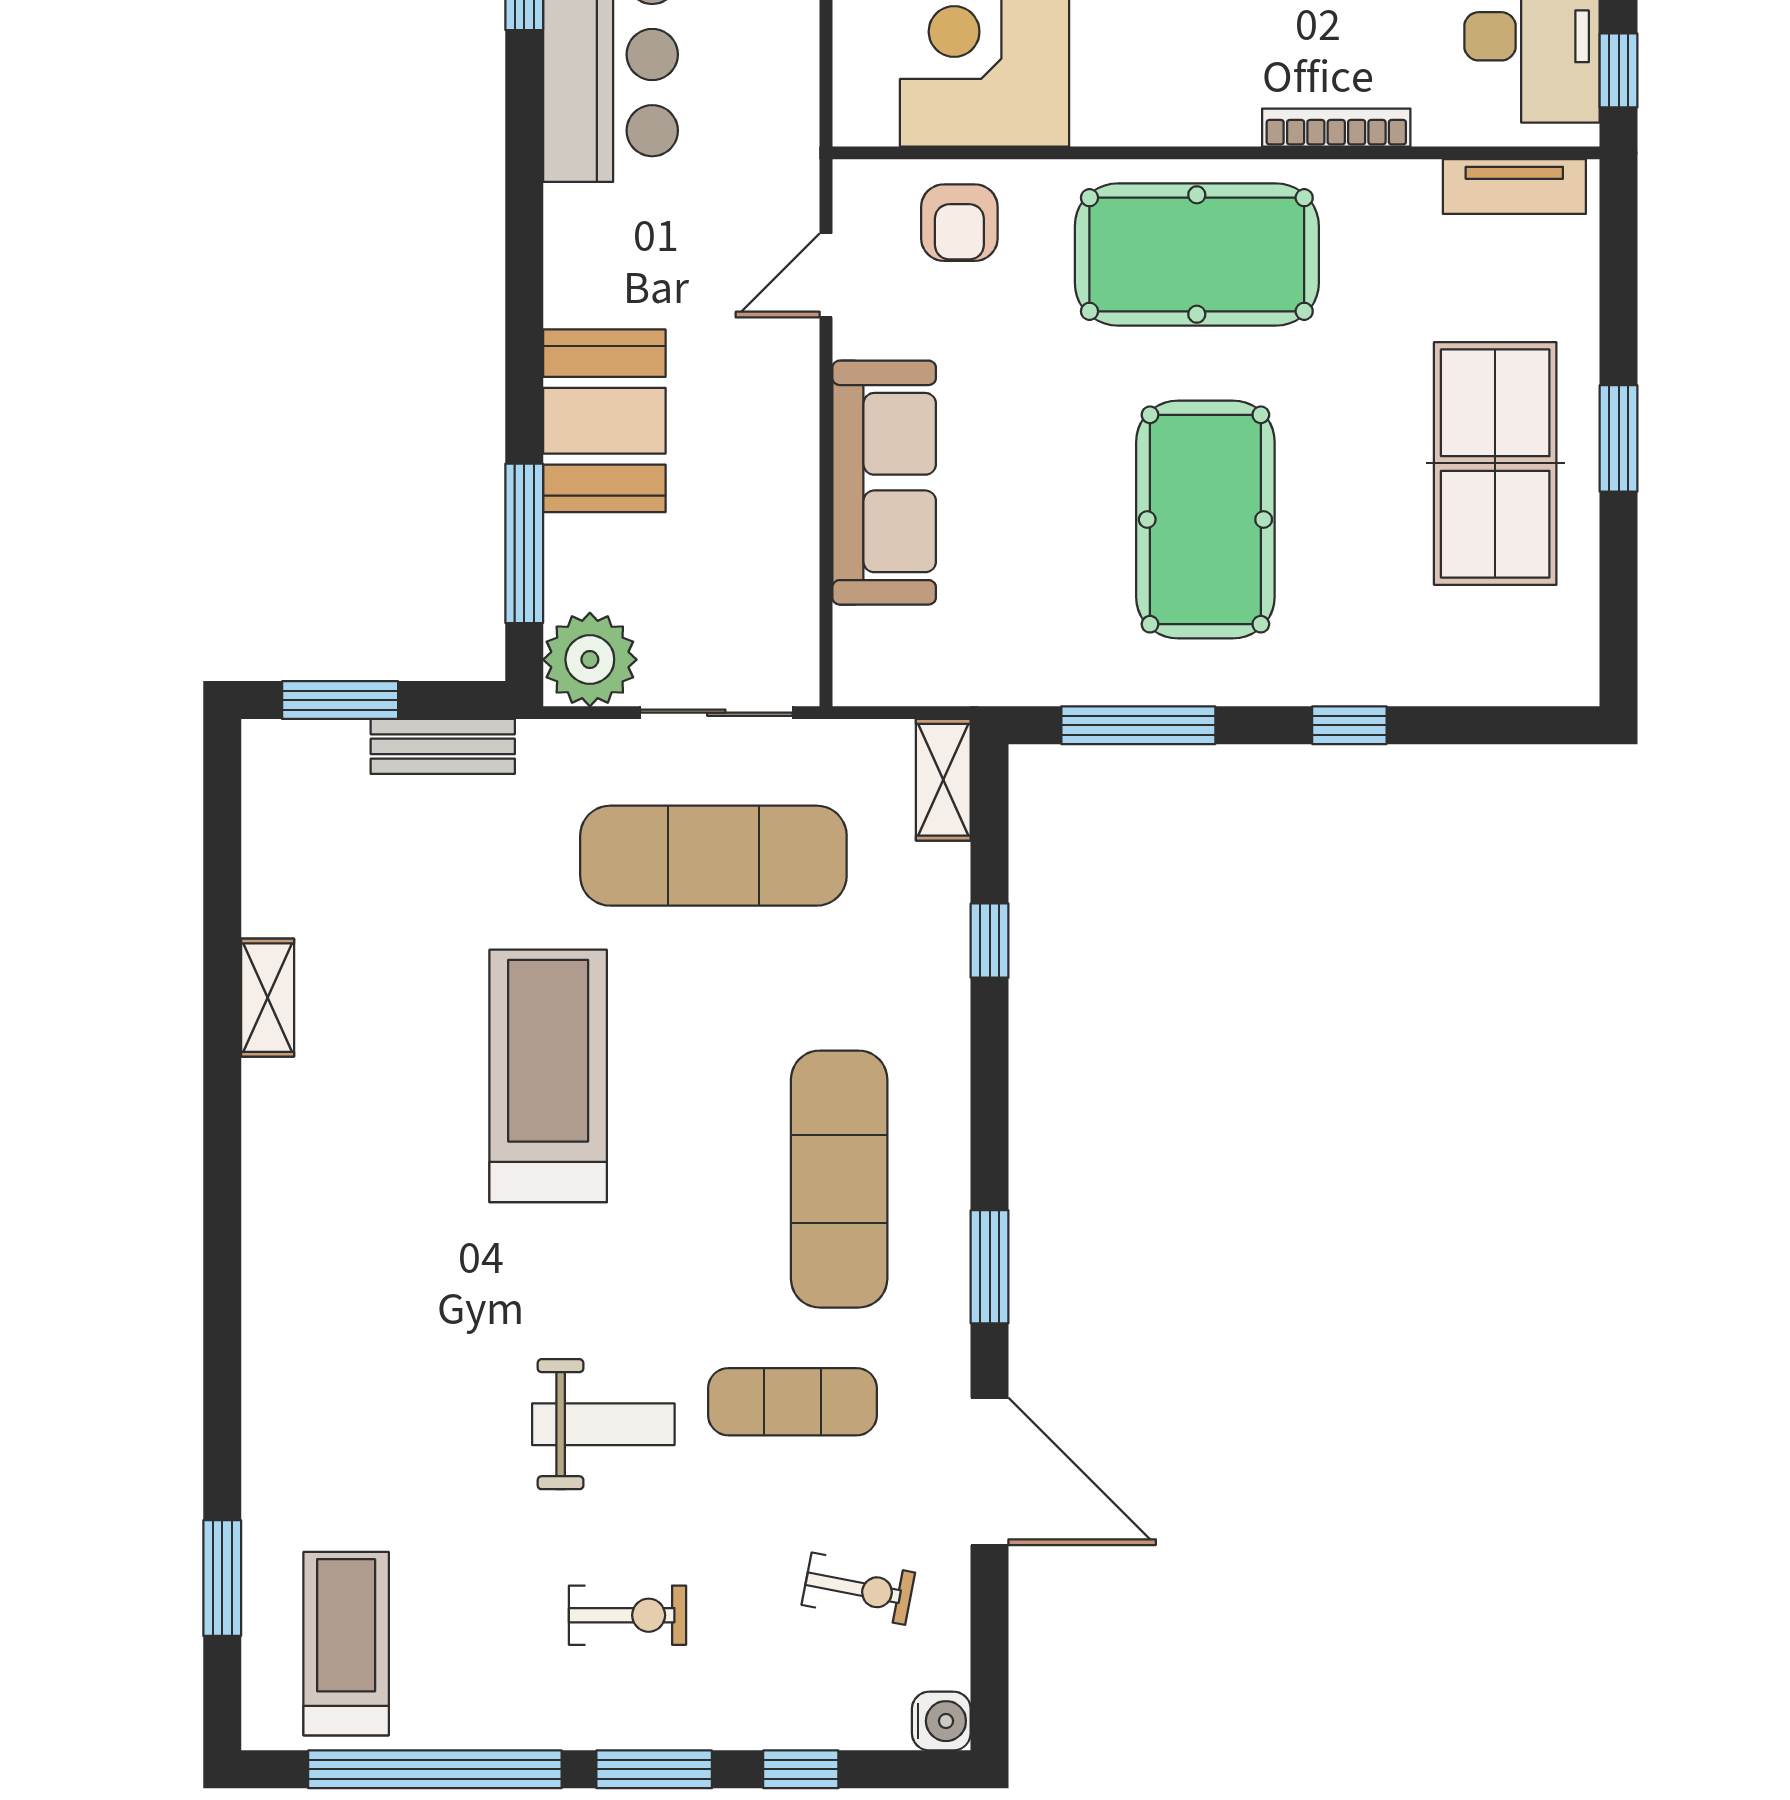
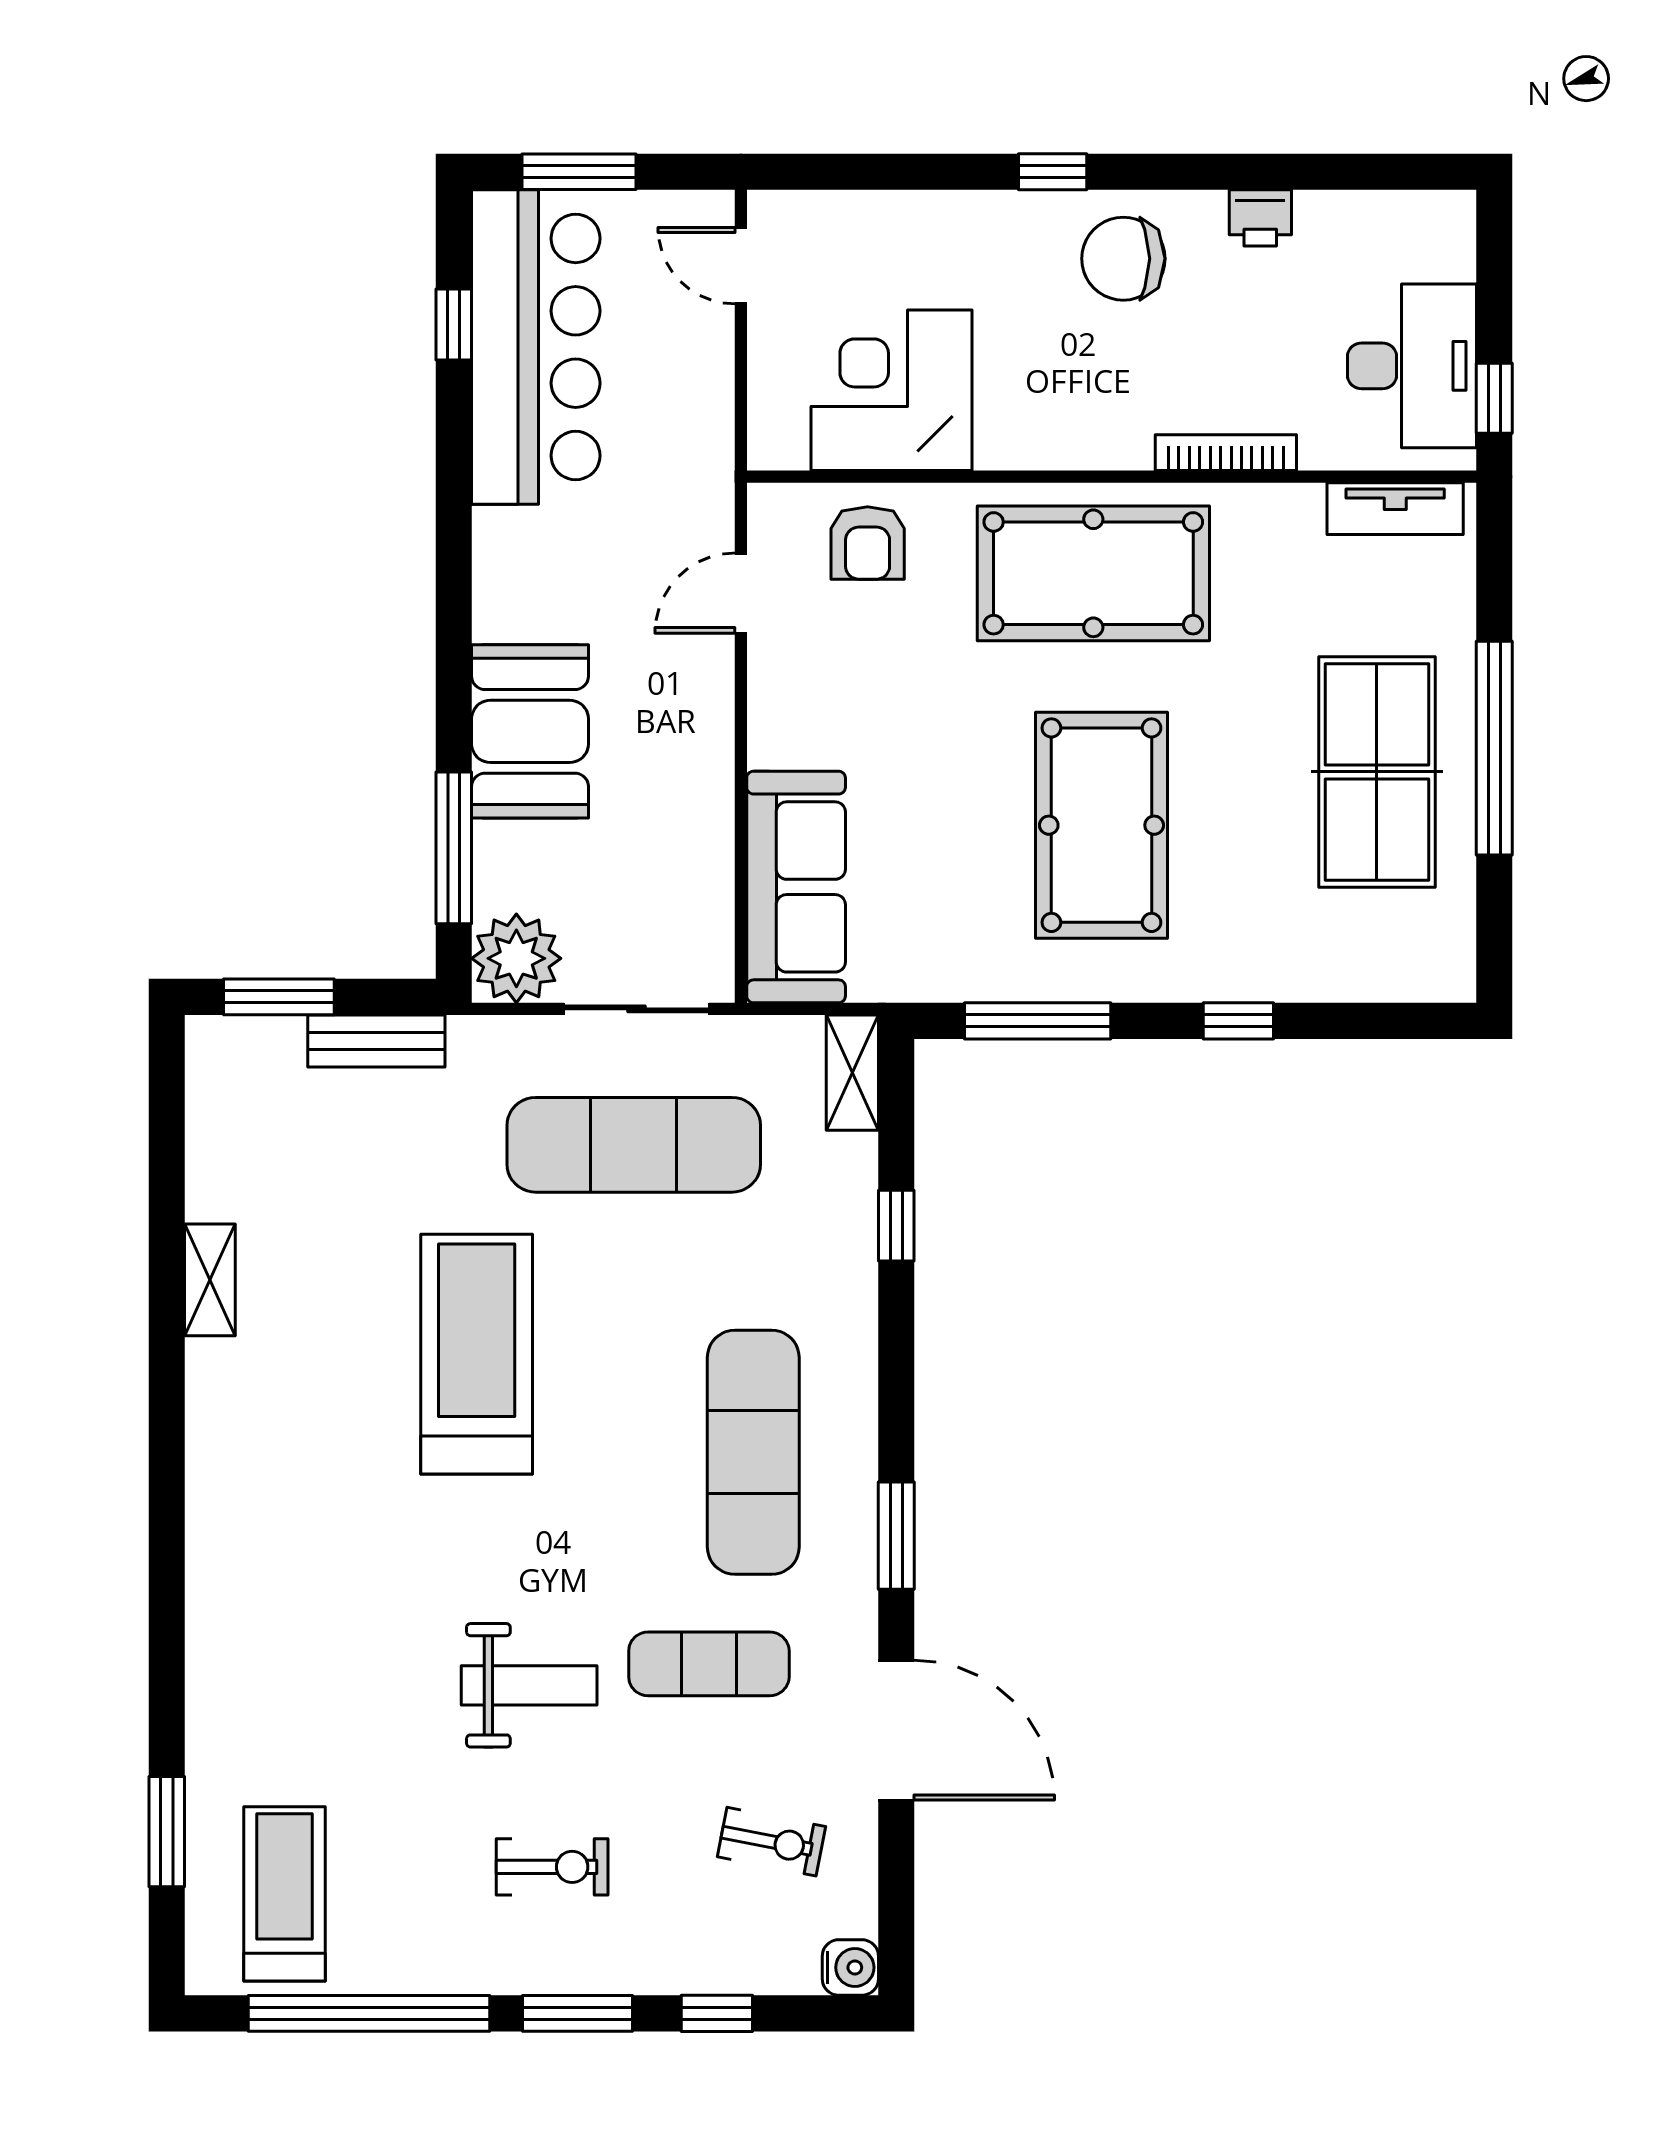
window: (1619, 438) -> (1494, 748), width x2.11
sofa: (884, 483) -> (796, 887), moved

